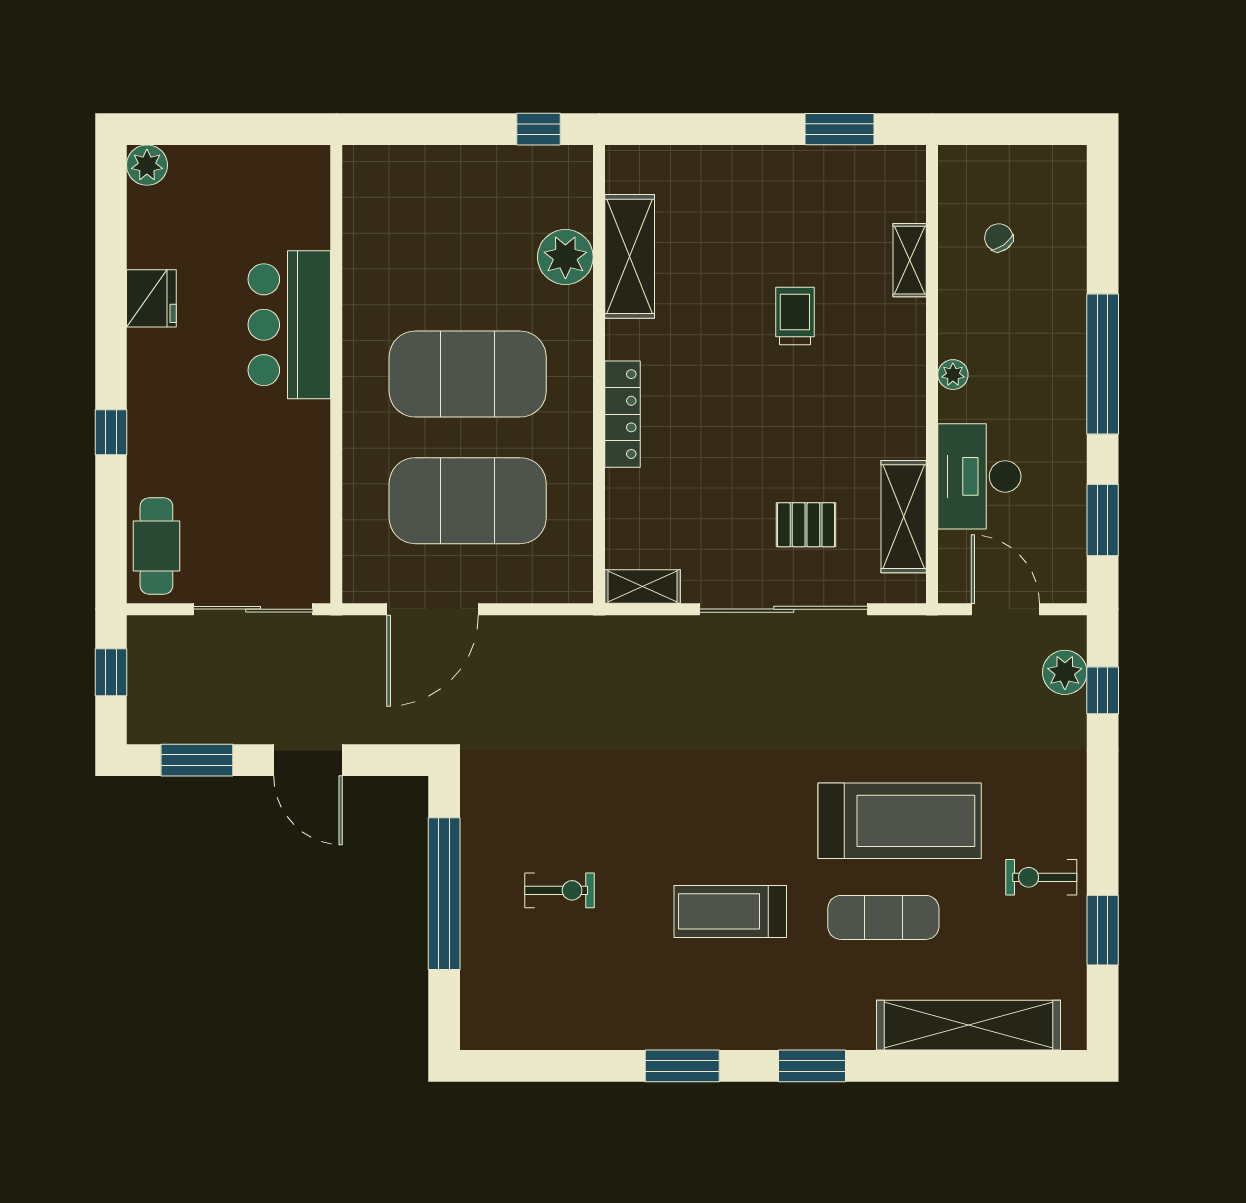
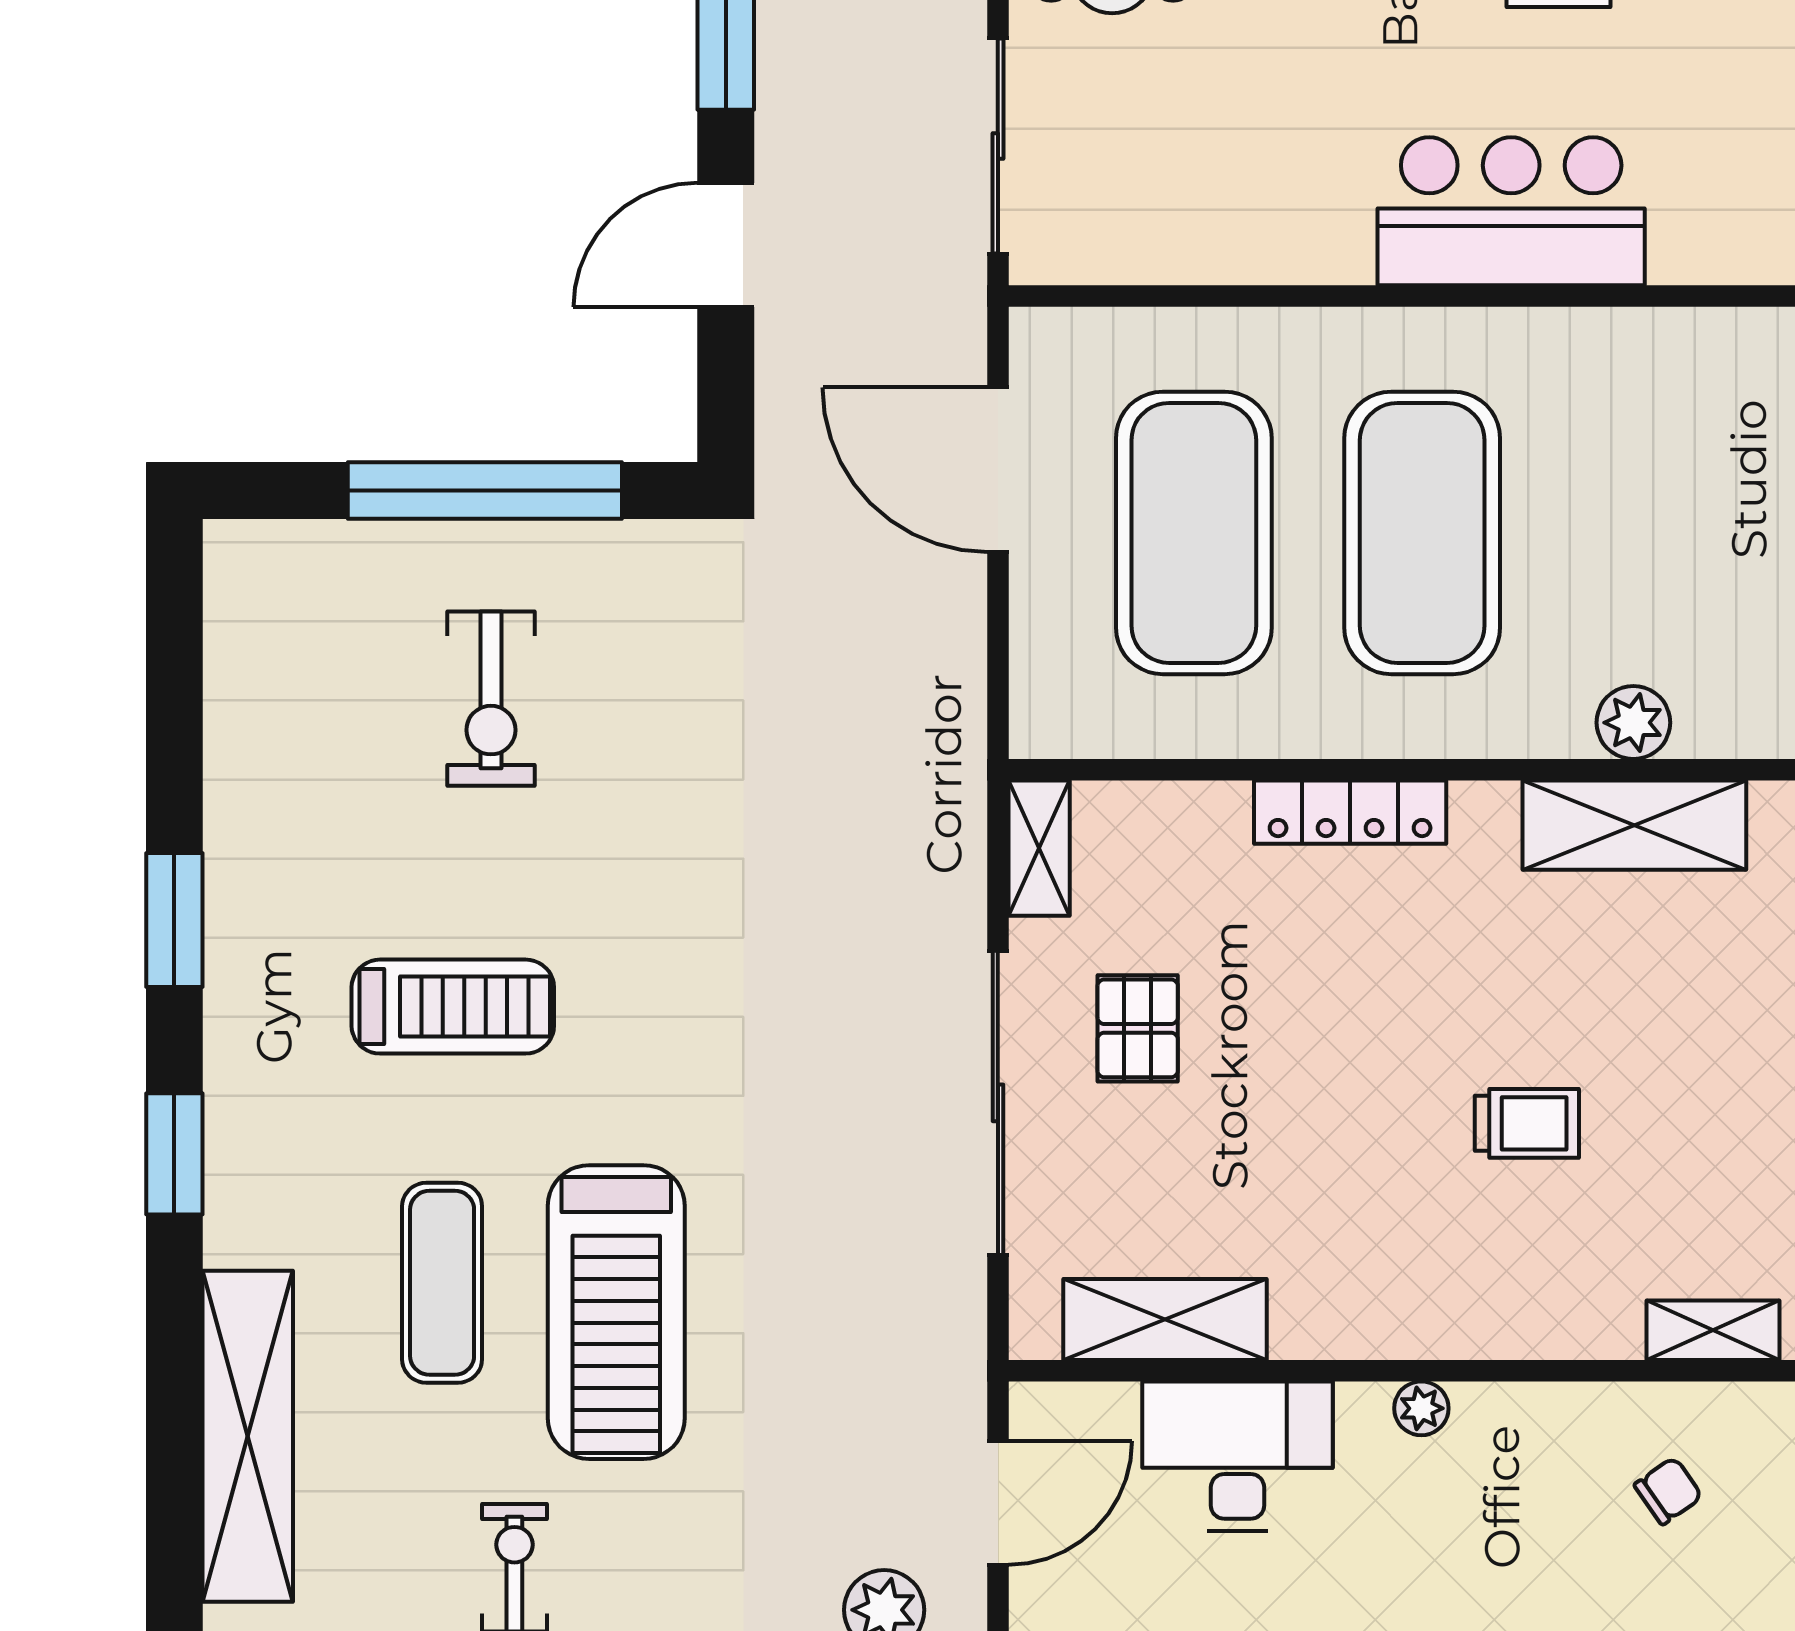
plant: (565, 257) -> (1633, 723), width x0.73, depth x0.73
shelving: (910, 260) -> (1713, 1330), moved
pallet: (806, 525) -> (1138, 1028), moved
exercise bike: (560, 890) -> (491, 699), width x1.38, depth x1.39
treadmill: (730, 911) -> (453, 1007), turned 90

